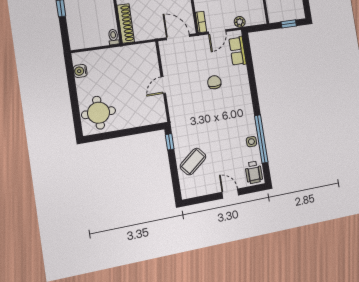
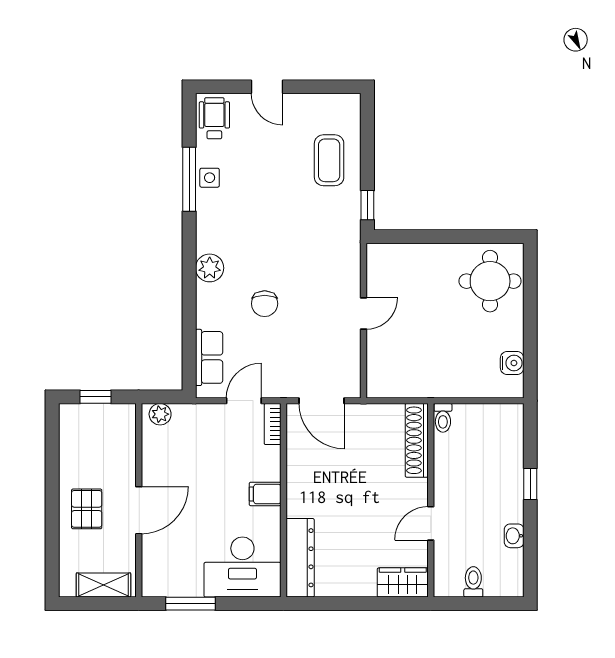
plant: (240, 22) -> (160, 414), moved
plant: (244, 96) -> (210, 268), added
window: (261, 139) -> (189, 179), width x0.68
coffee table: (193, 162) -> (329, 160), turned -51

